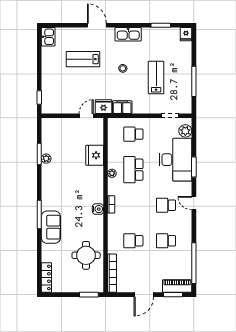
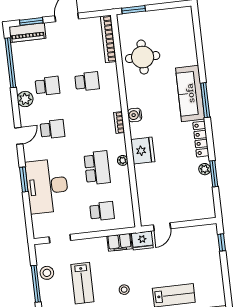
stool: (184, 89) -> (47, 273), added
plant: (185, 131) -> (25, 99), moved
fridge: (95, 155) -> (143, 151), moved
door: (194, 203) -> (19, 136), hinge flipped
sofa: (51, 227) -> (190, 93), width x1.36
locker: (46, 278) -> (201, 139), moved

